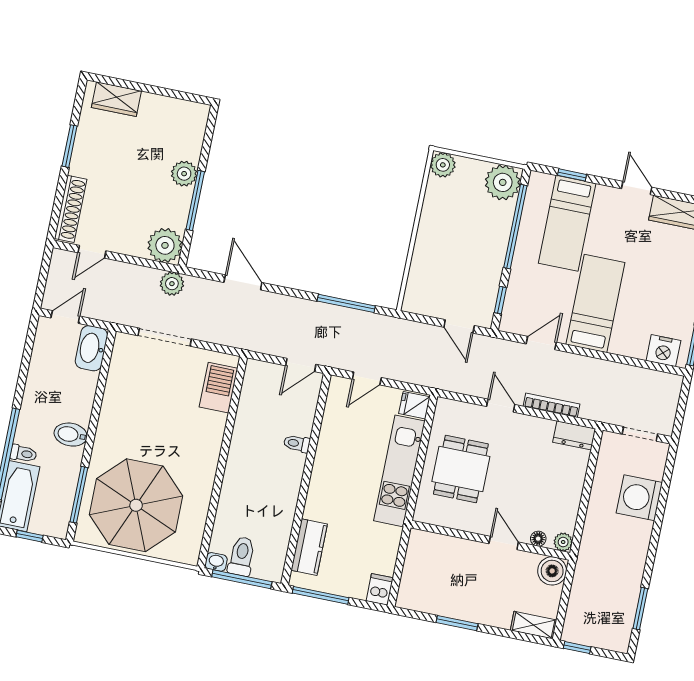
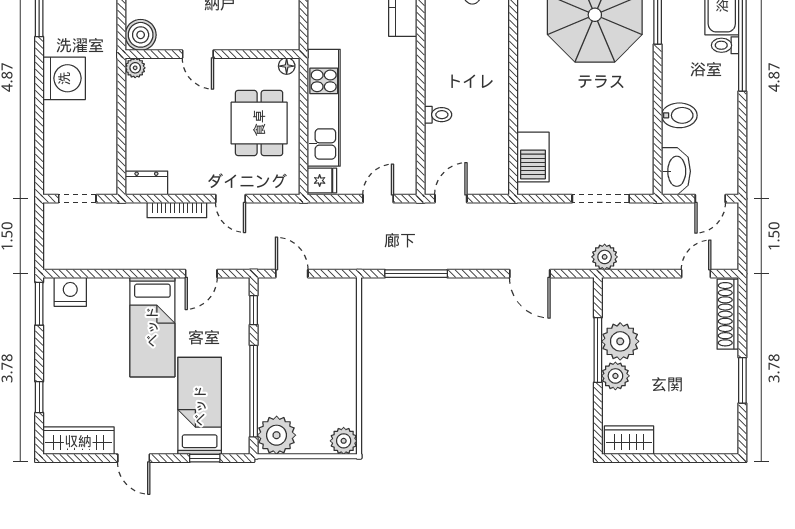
wardrobe: (116, 99) -> (629, 440), moved
plant: (165, 245) -> (620, 341), moved
bidet: (71, 435) -> (679, 115), moved
washing machine: (639, 498) -> (64, 78), moved
floor lamp: (538, 539) -> (287, 66), moved

